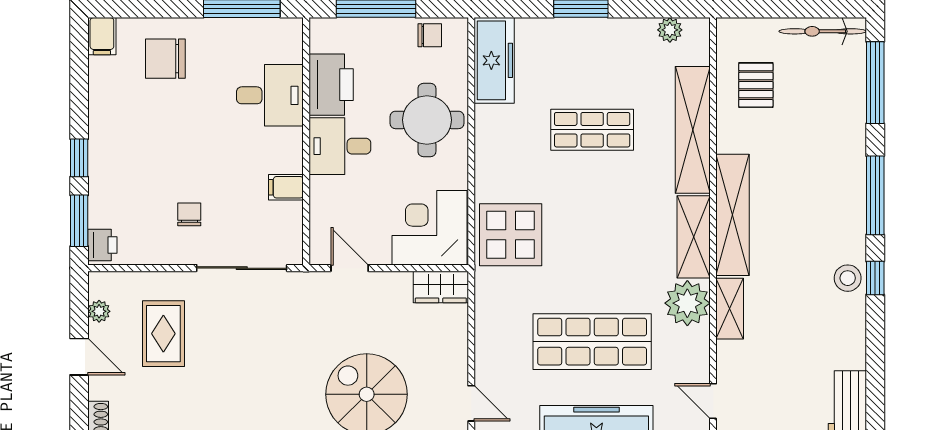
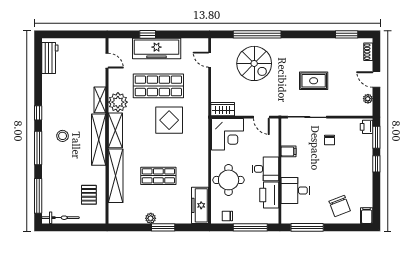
plant: (670, 30) -> (151, 218), moved
chair: (165, 59) -> (340, 206), turned 69
display table: (511, 235) -> (169, 120), moved
stool: (848, 278) -> (63, 136), moved
rug: (163, 334) -> (314, 81), moved, turned 90

